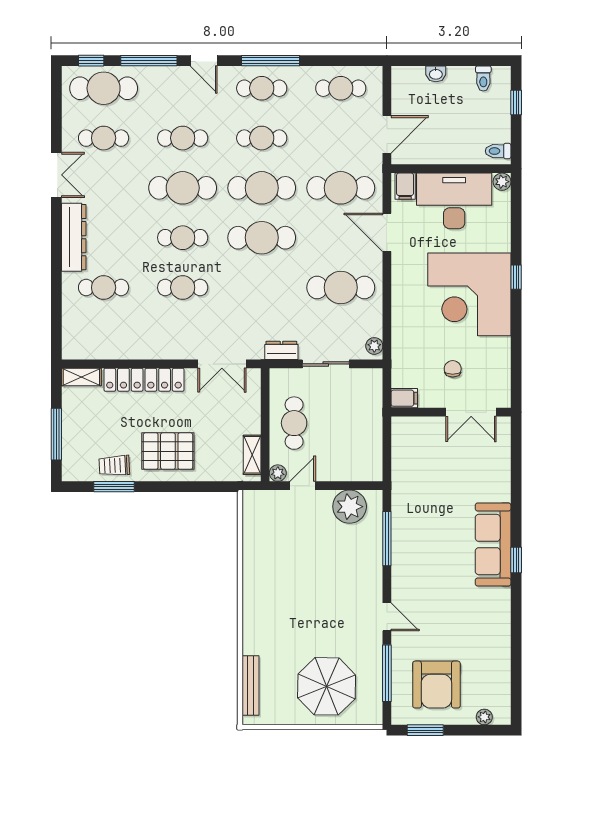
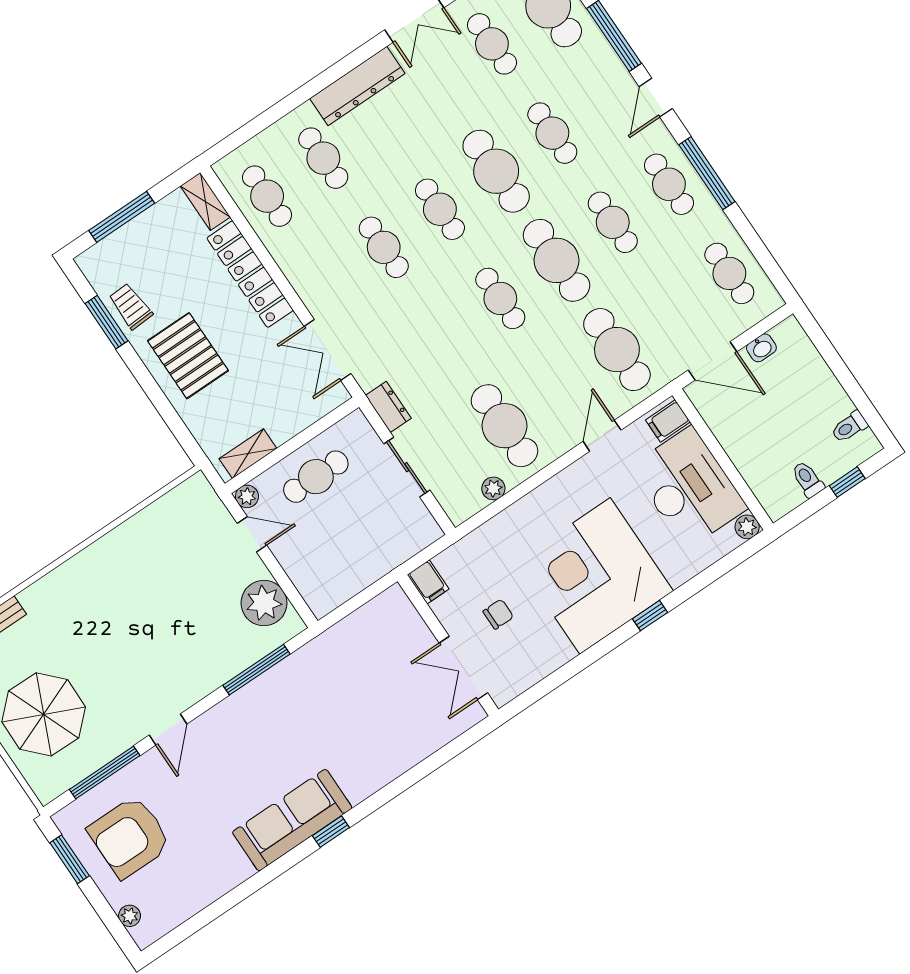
washbasin: (436, 74) -> (761, 348), moved, turned -90
toilet: (498, 151) -> (808, 479), moved
door: (387, 232) -> (602, 436), width x0.73
cafe table: (262, 238) -> (500, 298), width x0.73, depth x0.74
cafe table: (104, 337) -> (267, 196), added
plant: (374, 346) -> (493, 488), moved
sofa: (493, 545) -> (292, 820), moved

